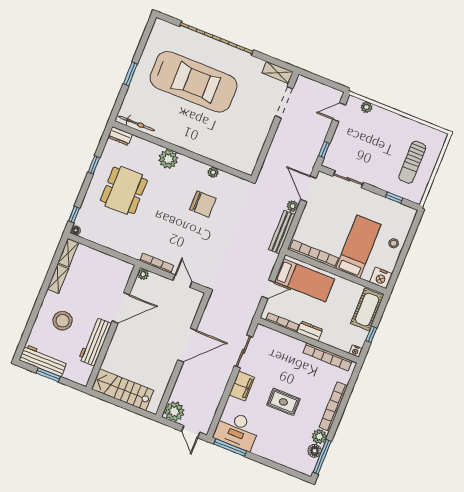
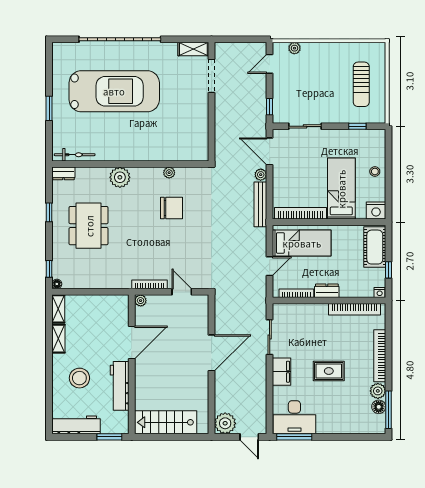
window: (48, 375) -> (109, 437), moved

